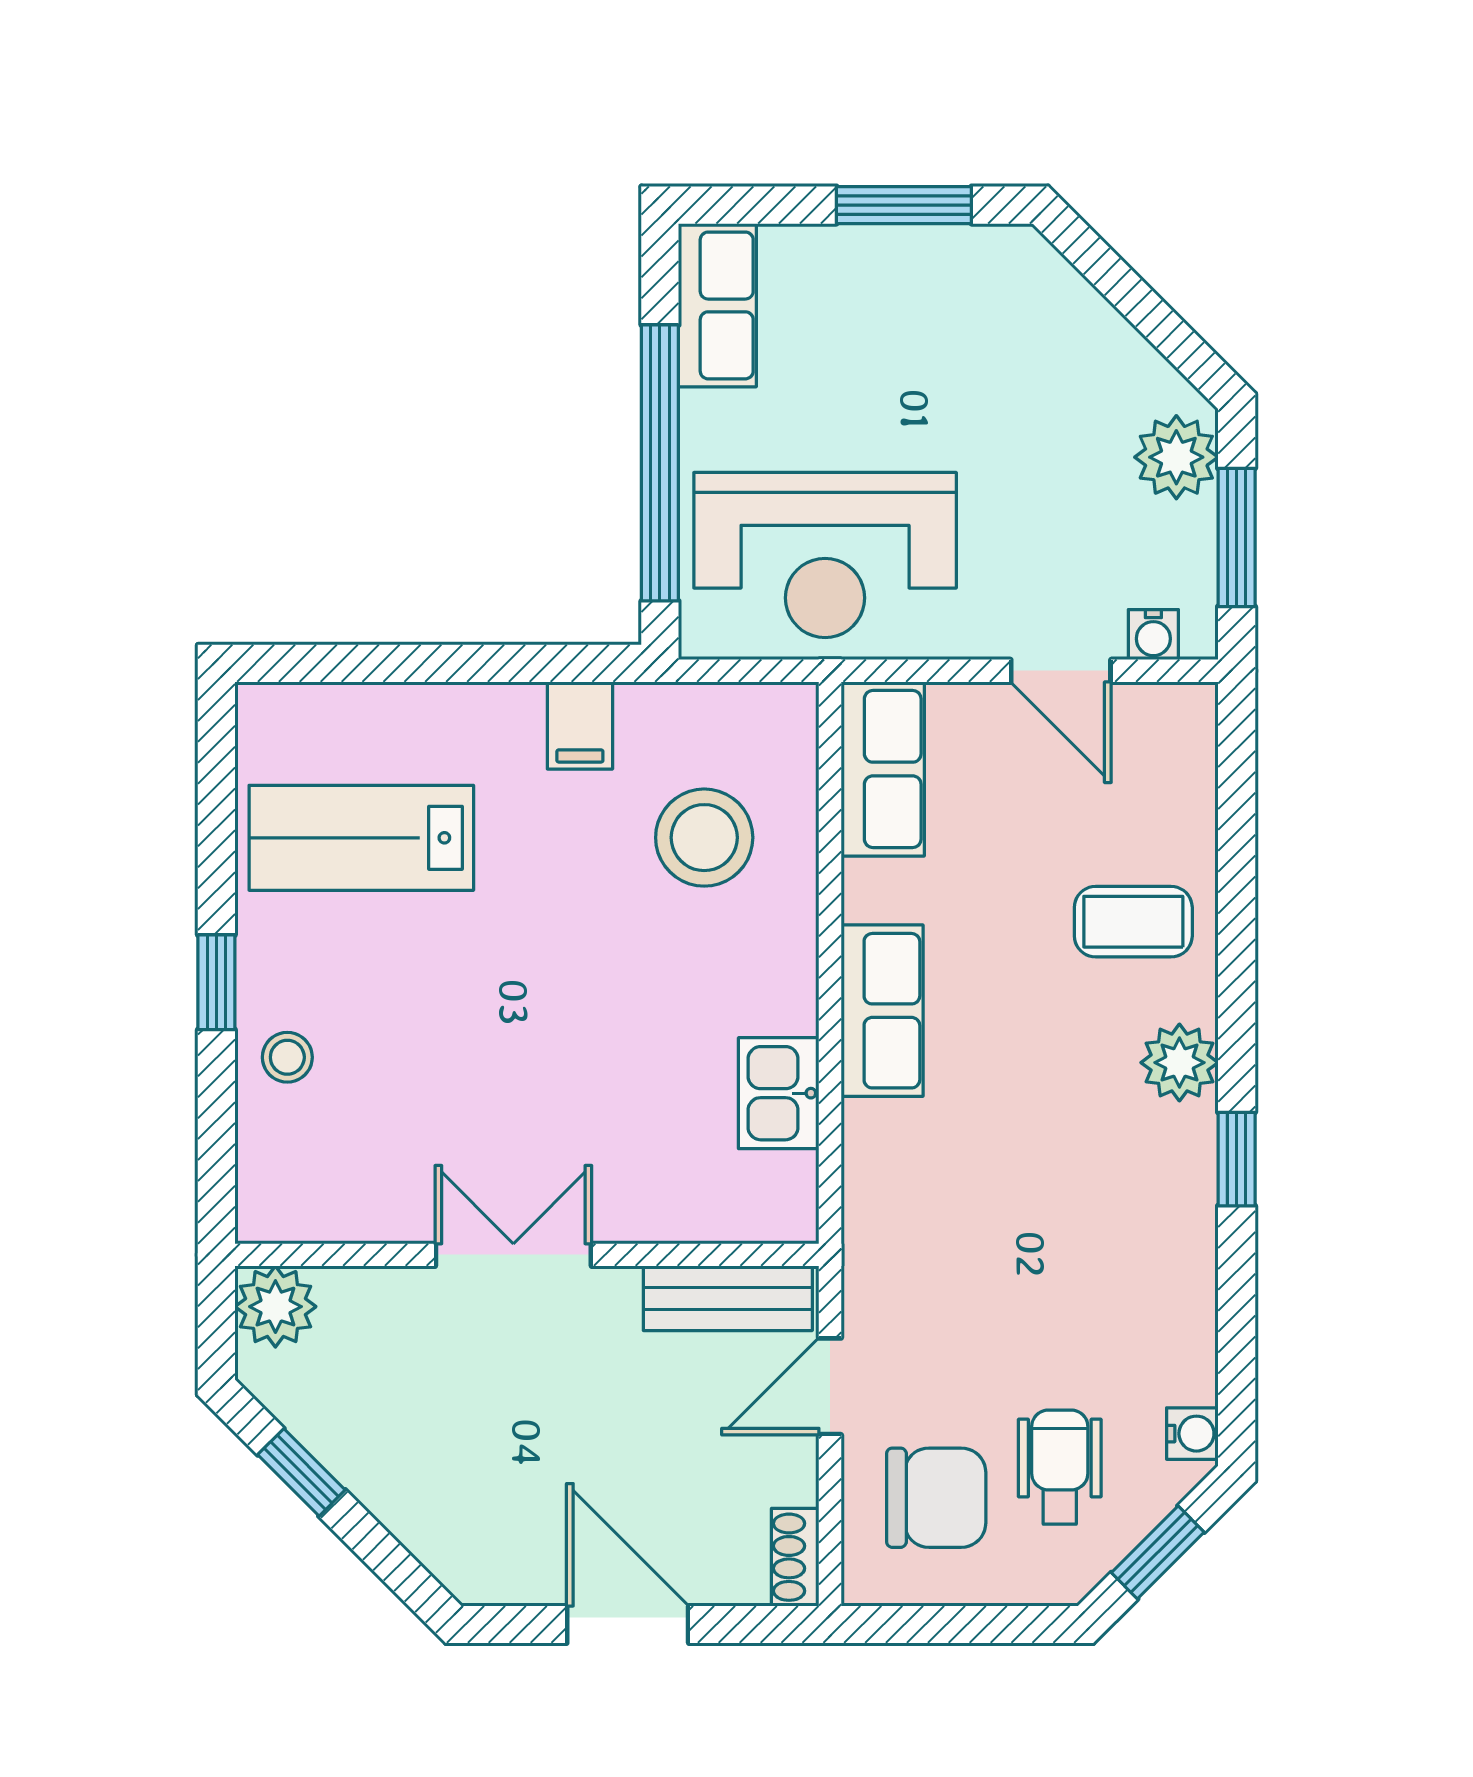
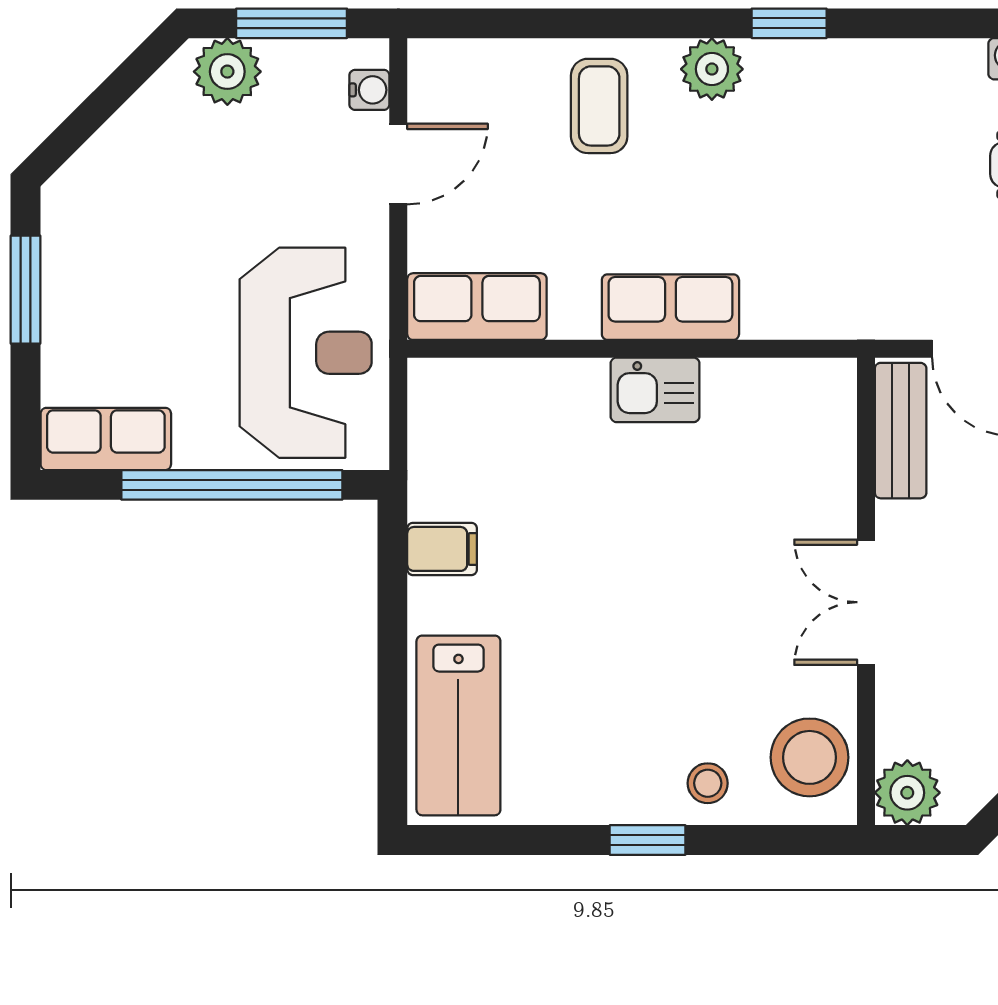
lab bench: (361, 838) -> (458, 725), moved
stool: (704, 838) -> (810, 757), moved
kitchen sink: (779, 1093) -> (655, 390), moved

